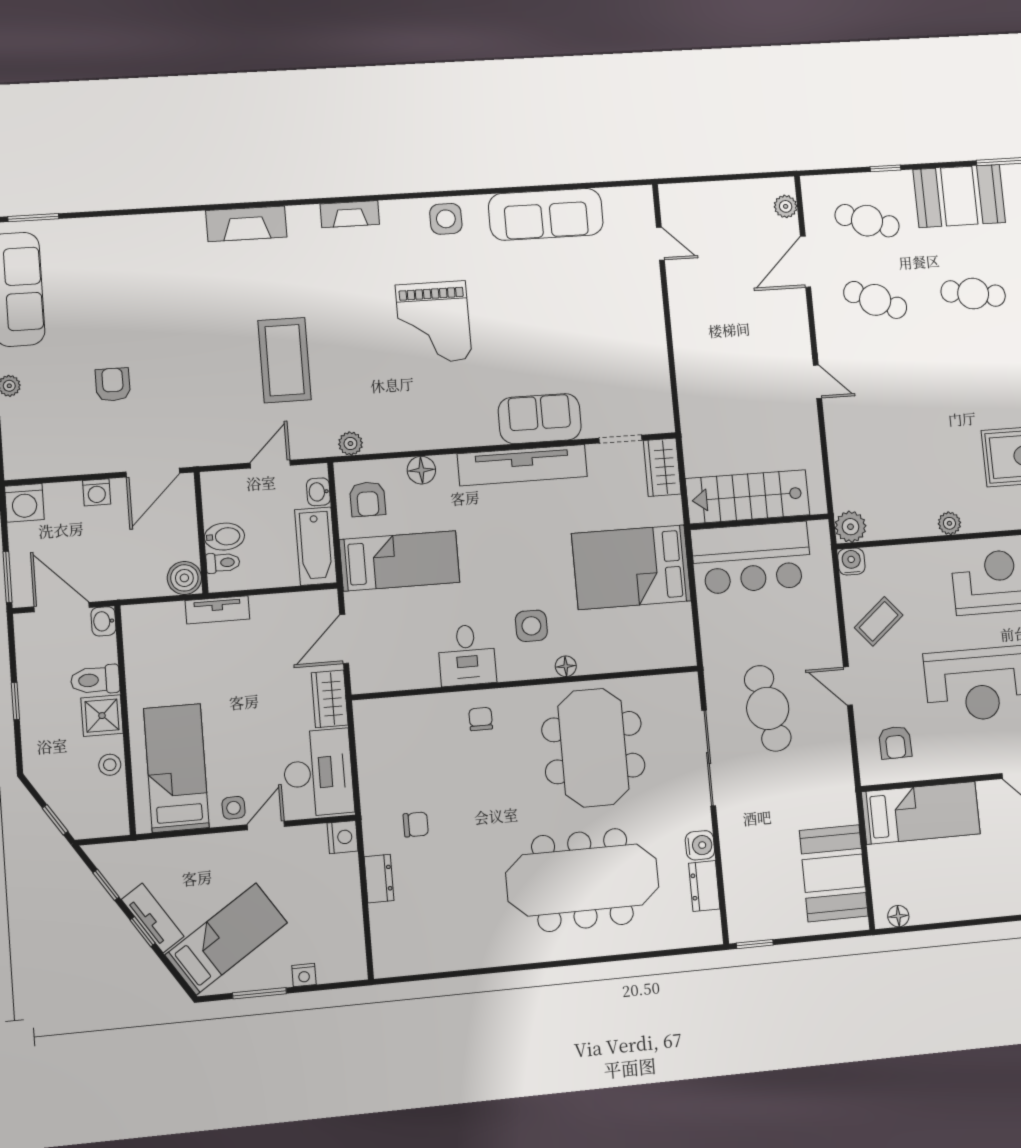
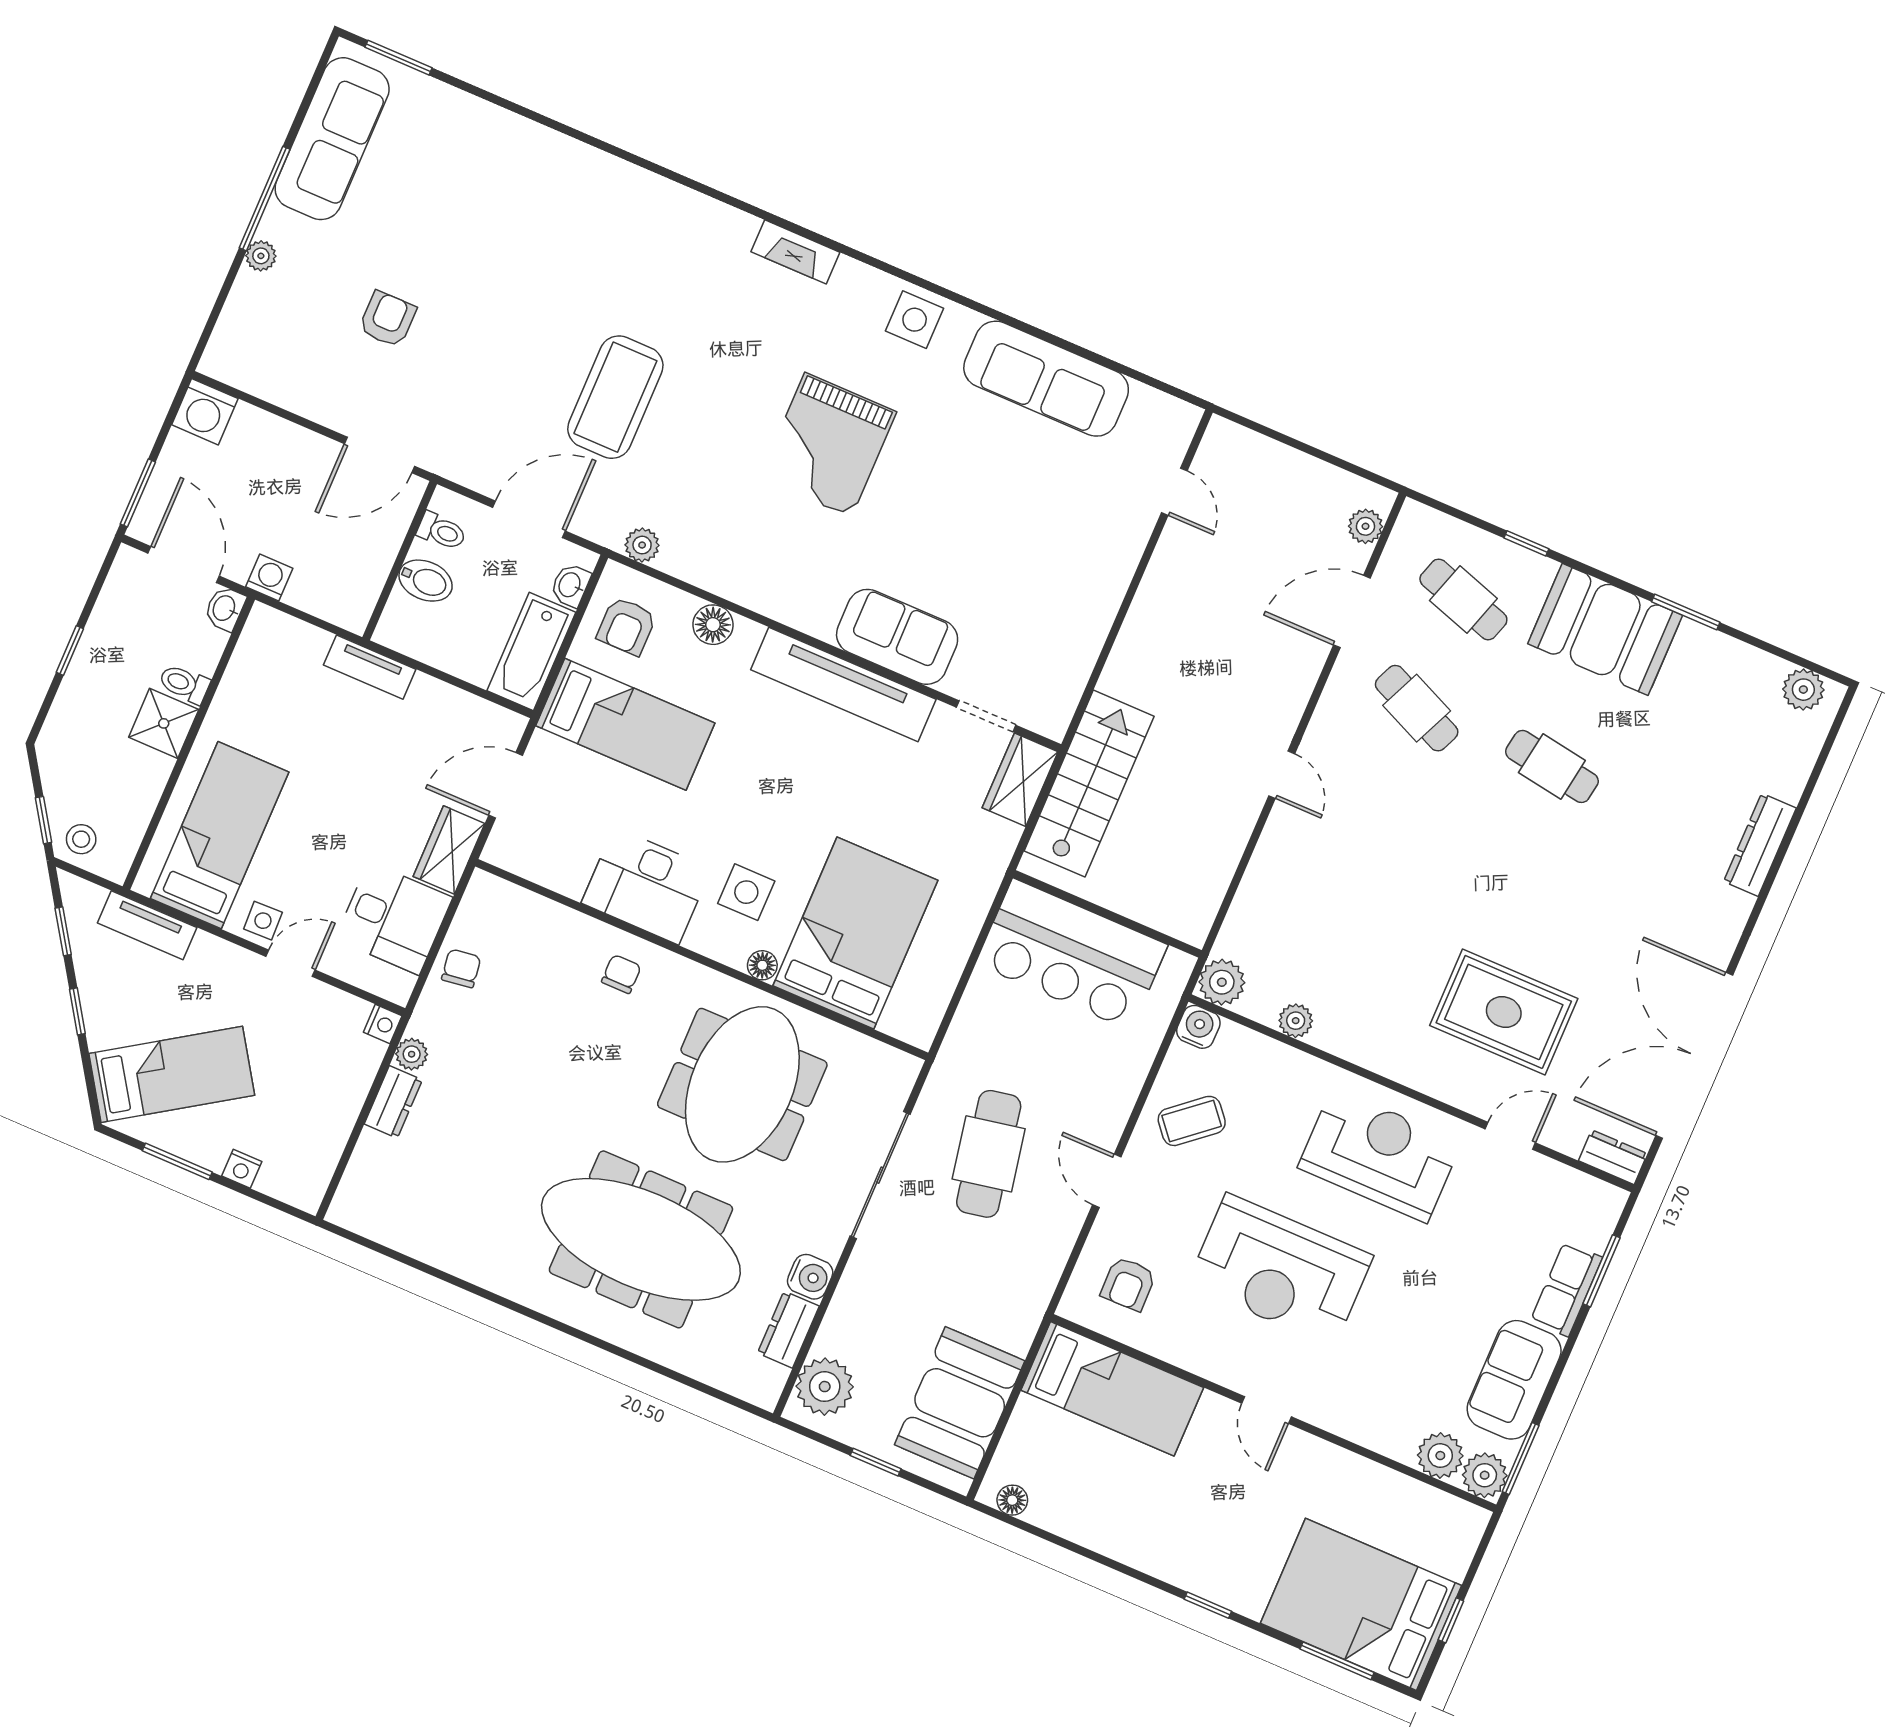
fireplace: (246, 224) -> (659, 199), removed
door: (270, 464) -> (529, 519), width x1.38
washing machine: (97, 492) -> (269, 577), moved, turned 180
stairs: (748, 497) -> (1089, 784), moved, turned 90
plant: (949, 523) -> (1296, 1021), moved
toilet: (223, 563) -> (442, 531), moved
bed: (631, 567) -> (855, 933), moved, turned 90
boiler: (184, 578) -> (350, 607), removed
desk: (467, 655) -> (646, 886), width x1.37
toilet: (95, 680) -> (184, 684), width x0.73, depth x0.72
stool: (110, 765) -> (81, 839), moved
desk: (318, 773) -> (394, 918), width x0.73
chair: (416, 824) -> (461, 968), moved, turned -98
nightstand: (343, 837) -> (383, 1024), width x0.72, depth x0.74
plant: (375, 842) -> (412, 1054), added
plant: (746, 909) -> (825, 1387), added
tv unit: (153, 918) -> (147, 925), moved, turned 123
window: (755, 944) -> (876, 1462), moved

